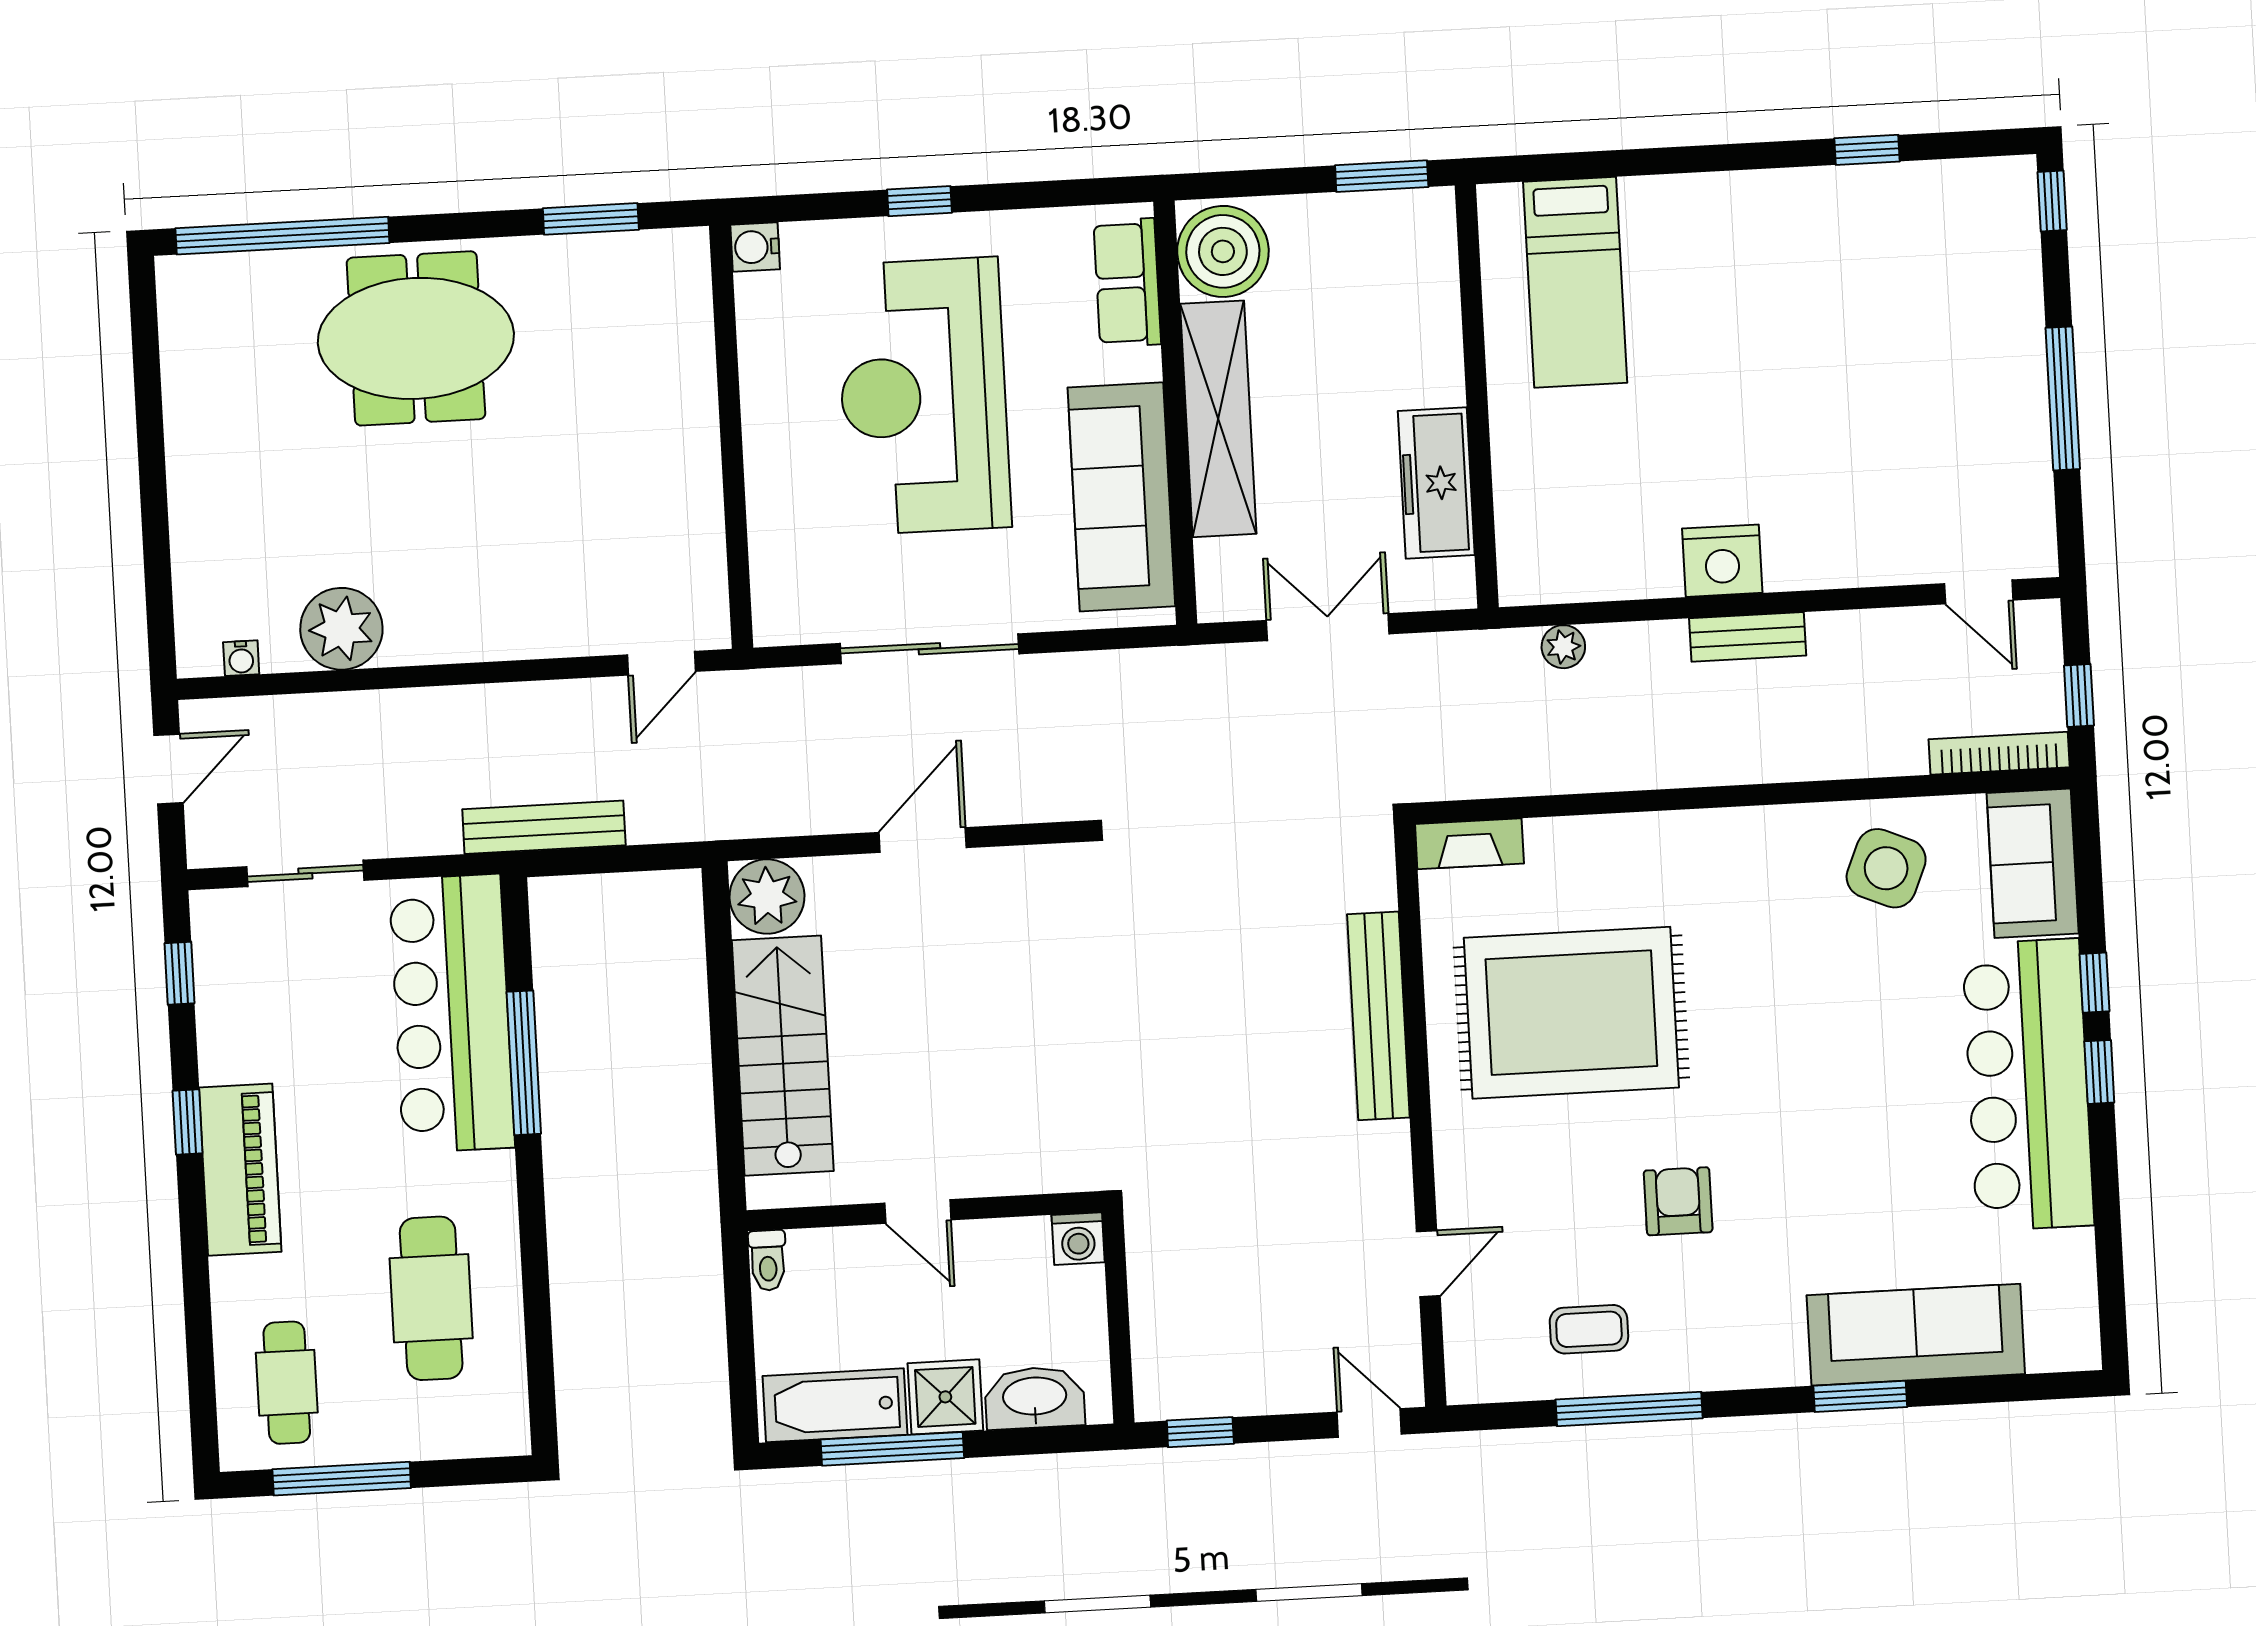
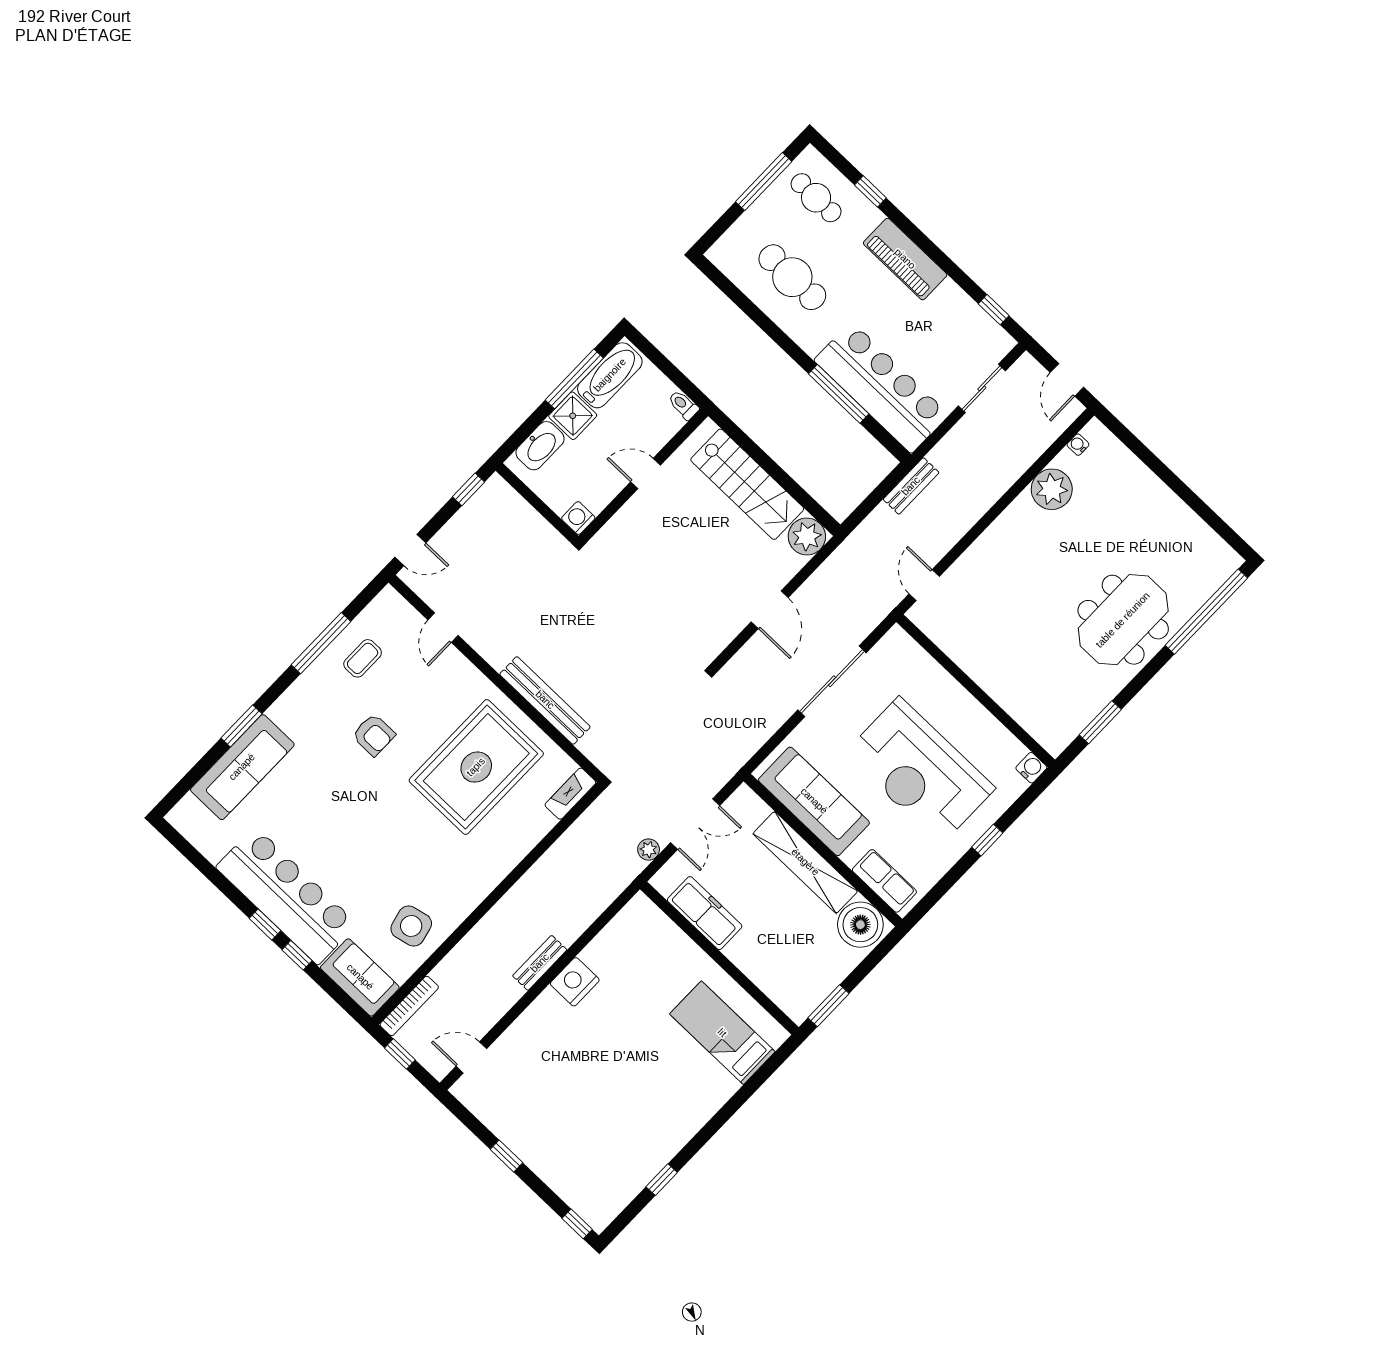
reception desk: (923, 396) -> (920, 771), turned 180
window: (2063, 398) -> (506, 1156), width x0.46
plant: (1563, 647) -> (649, 850), moved
bench: (544, 827) -> (911, 486), width x0.73
side table: (1886, 868) -> (411, 926), turned -36
window: (188, 1122) -> (870, 191), moved

